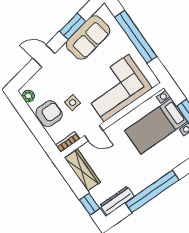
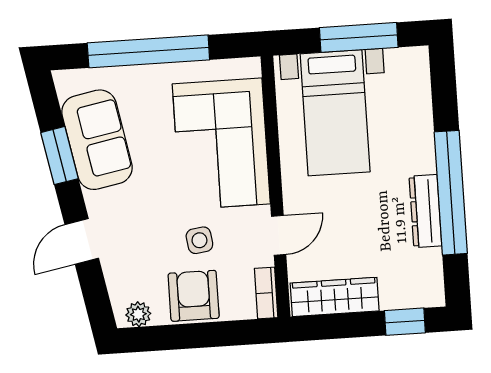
dresser: (117, 201) -> (425, 211), moved

